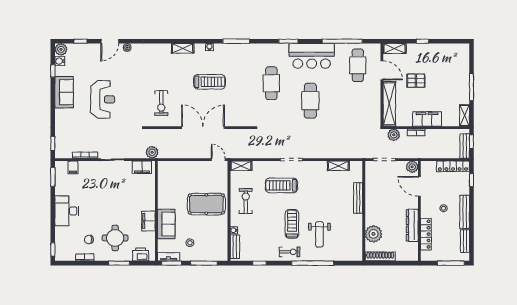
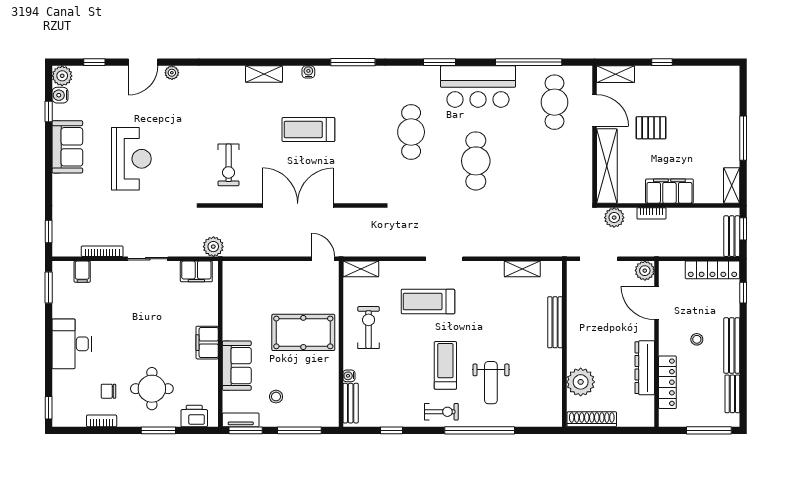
treadmill: (209, 82) -> (308, 130), turned 180
filing cabinet: (148, 221) -> (207, 343), moved

